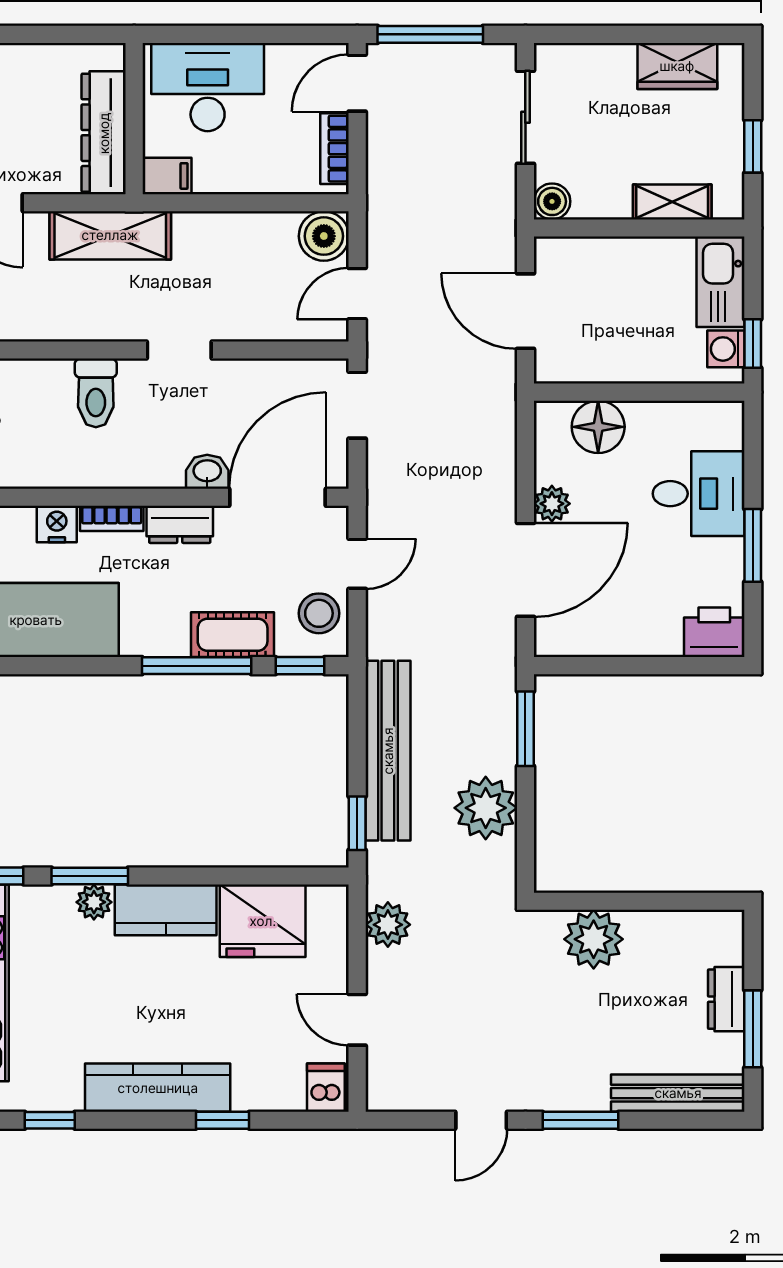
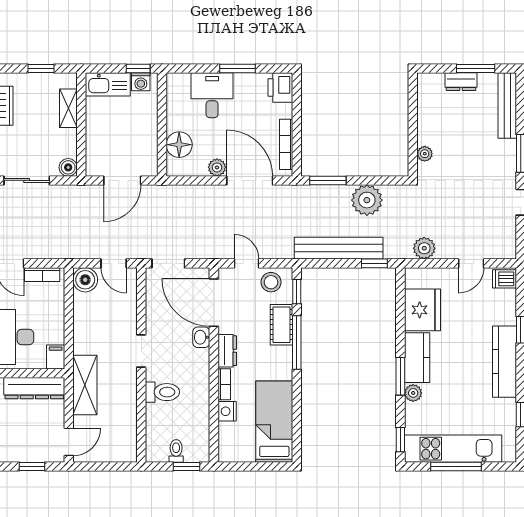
bookcase: (599, 644) -> (286, 144), added
window: (90, 876) -> (400, 376), moved
plant: (594, 939) -> (425, 154), width x0.53, depth x0.53

